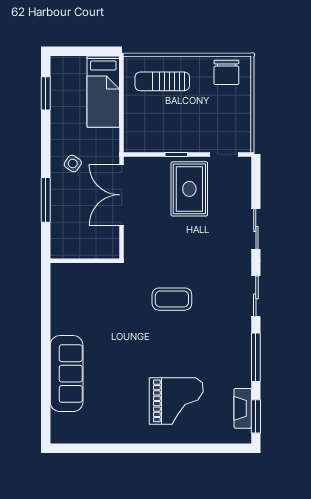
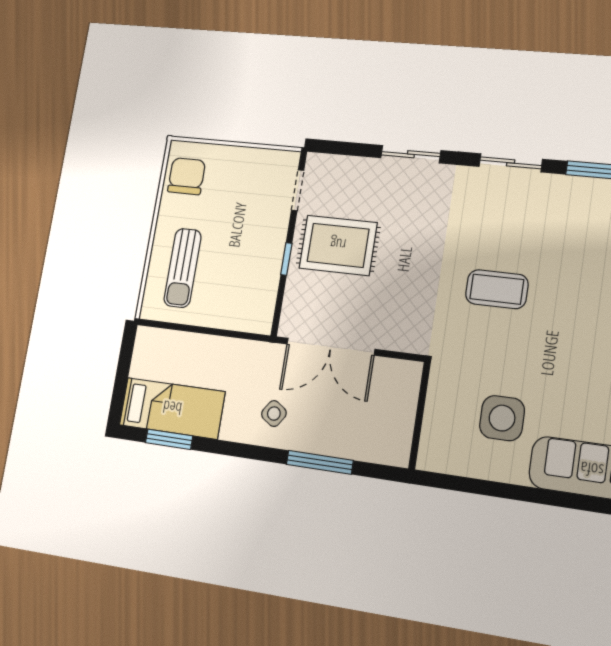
chair: (226, 72) -> (187, 176), turned -90
bed: (103, 92) -> (172, 408), moved
coffee table: (172, 299) -> (497, 289), turned 90
side table: (90, 314) -> (502, 418), added

